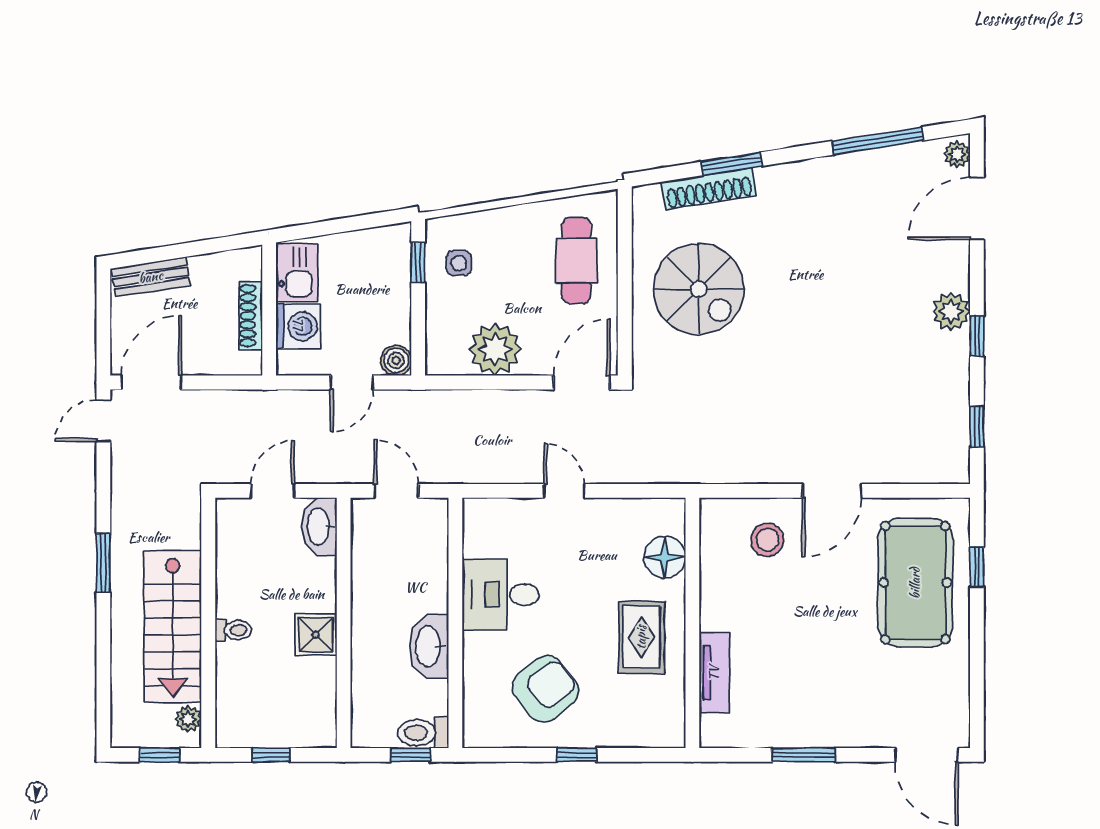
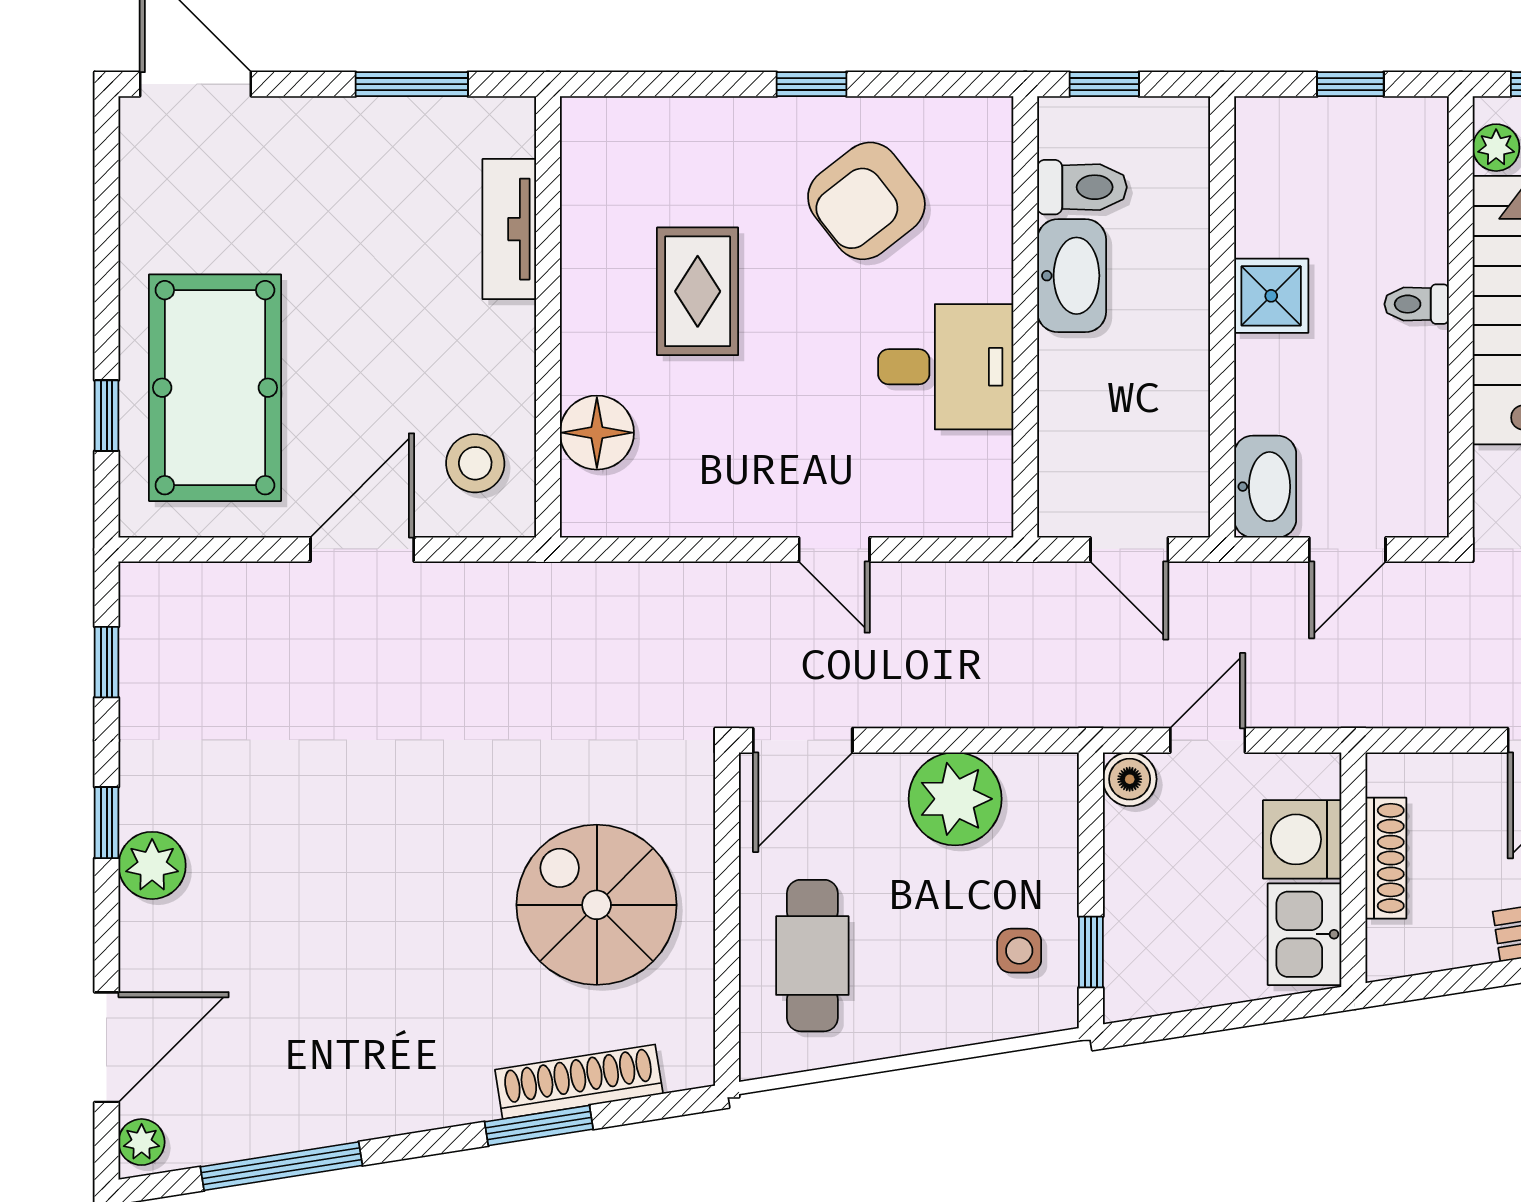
floor lamp: (665, 557) -> (597, 433), moved
wall: (692, 623) -> (548, 317), moved
tv unit: (714, 673) -> (509, 229), moved
toilet: (423, 733) -> (1082, 187), moved

